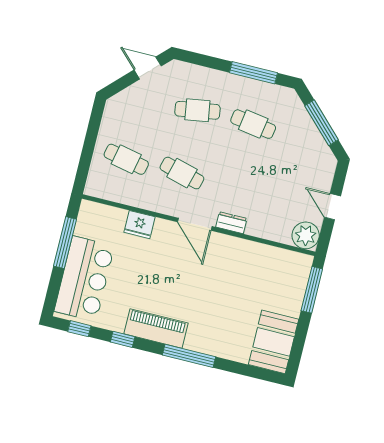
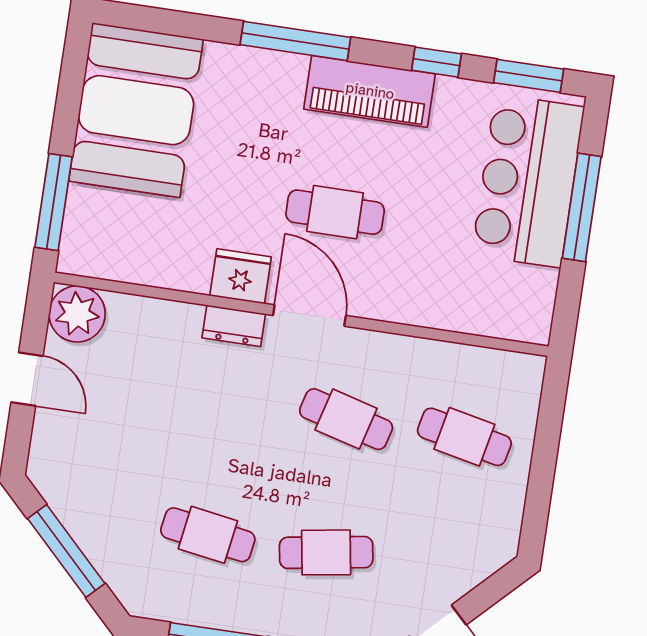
fridge: (140, 225) -> (241, 276), moved
window: (65, 243) -> (582, 207), moved
cafe table: (178, 272) -> (335, 212), added
window: (79, 329) -> (529, 76), width x1.50
booth: (274, 342) -> (136, 110), width x1.36, depth x1.42

